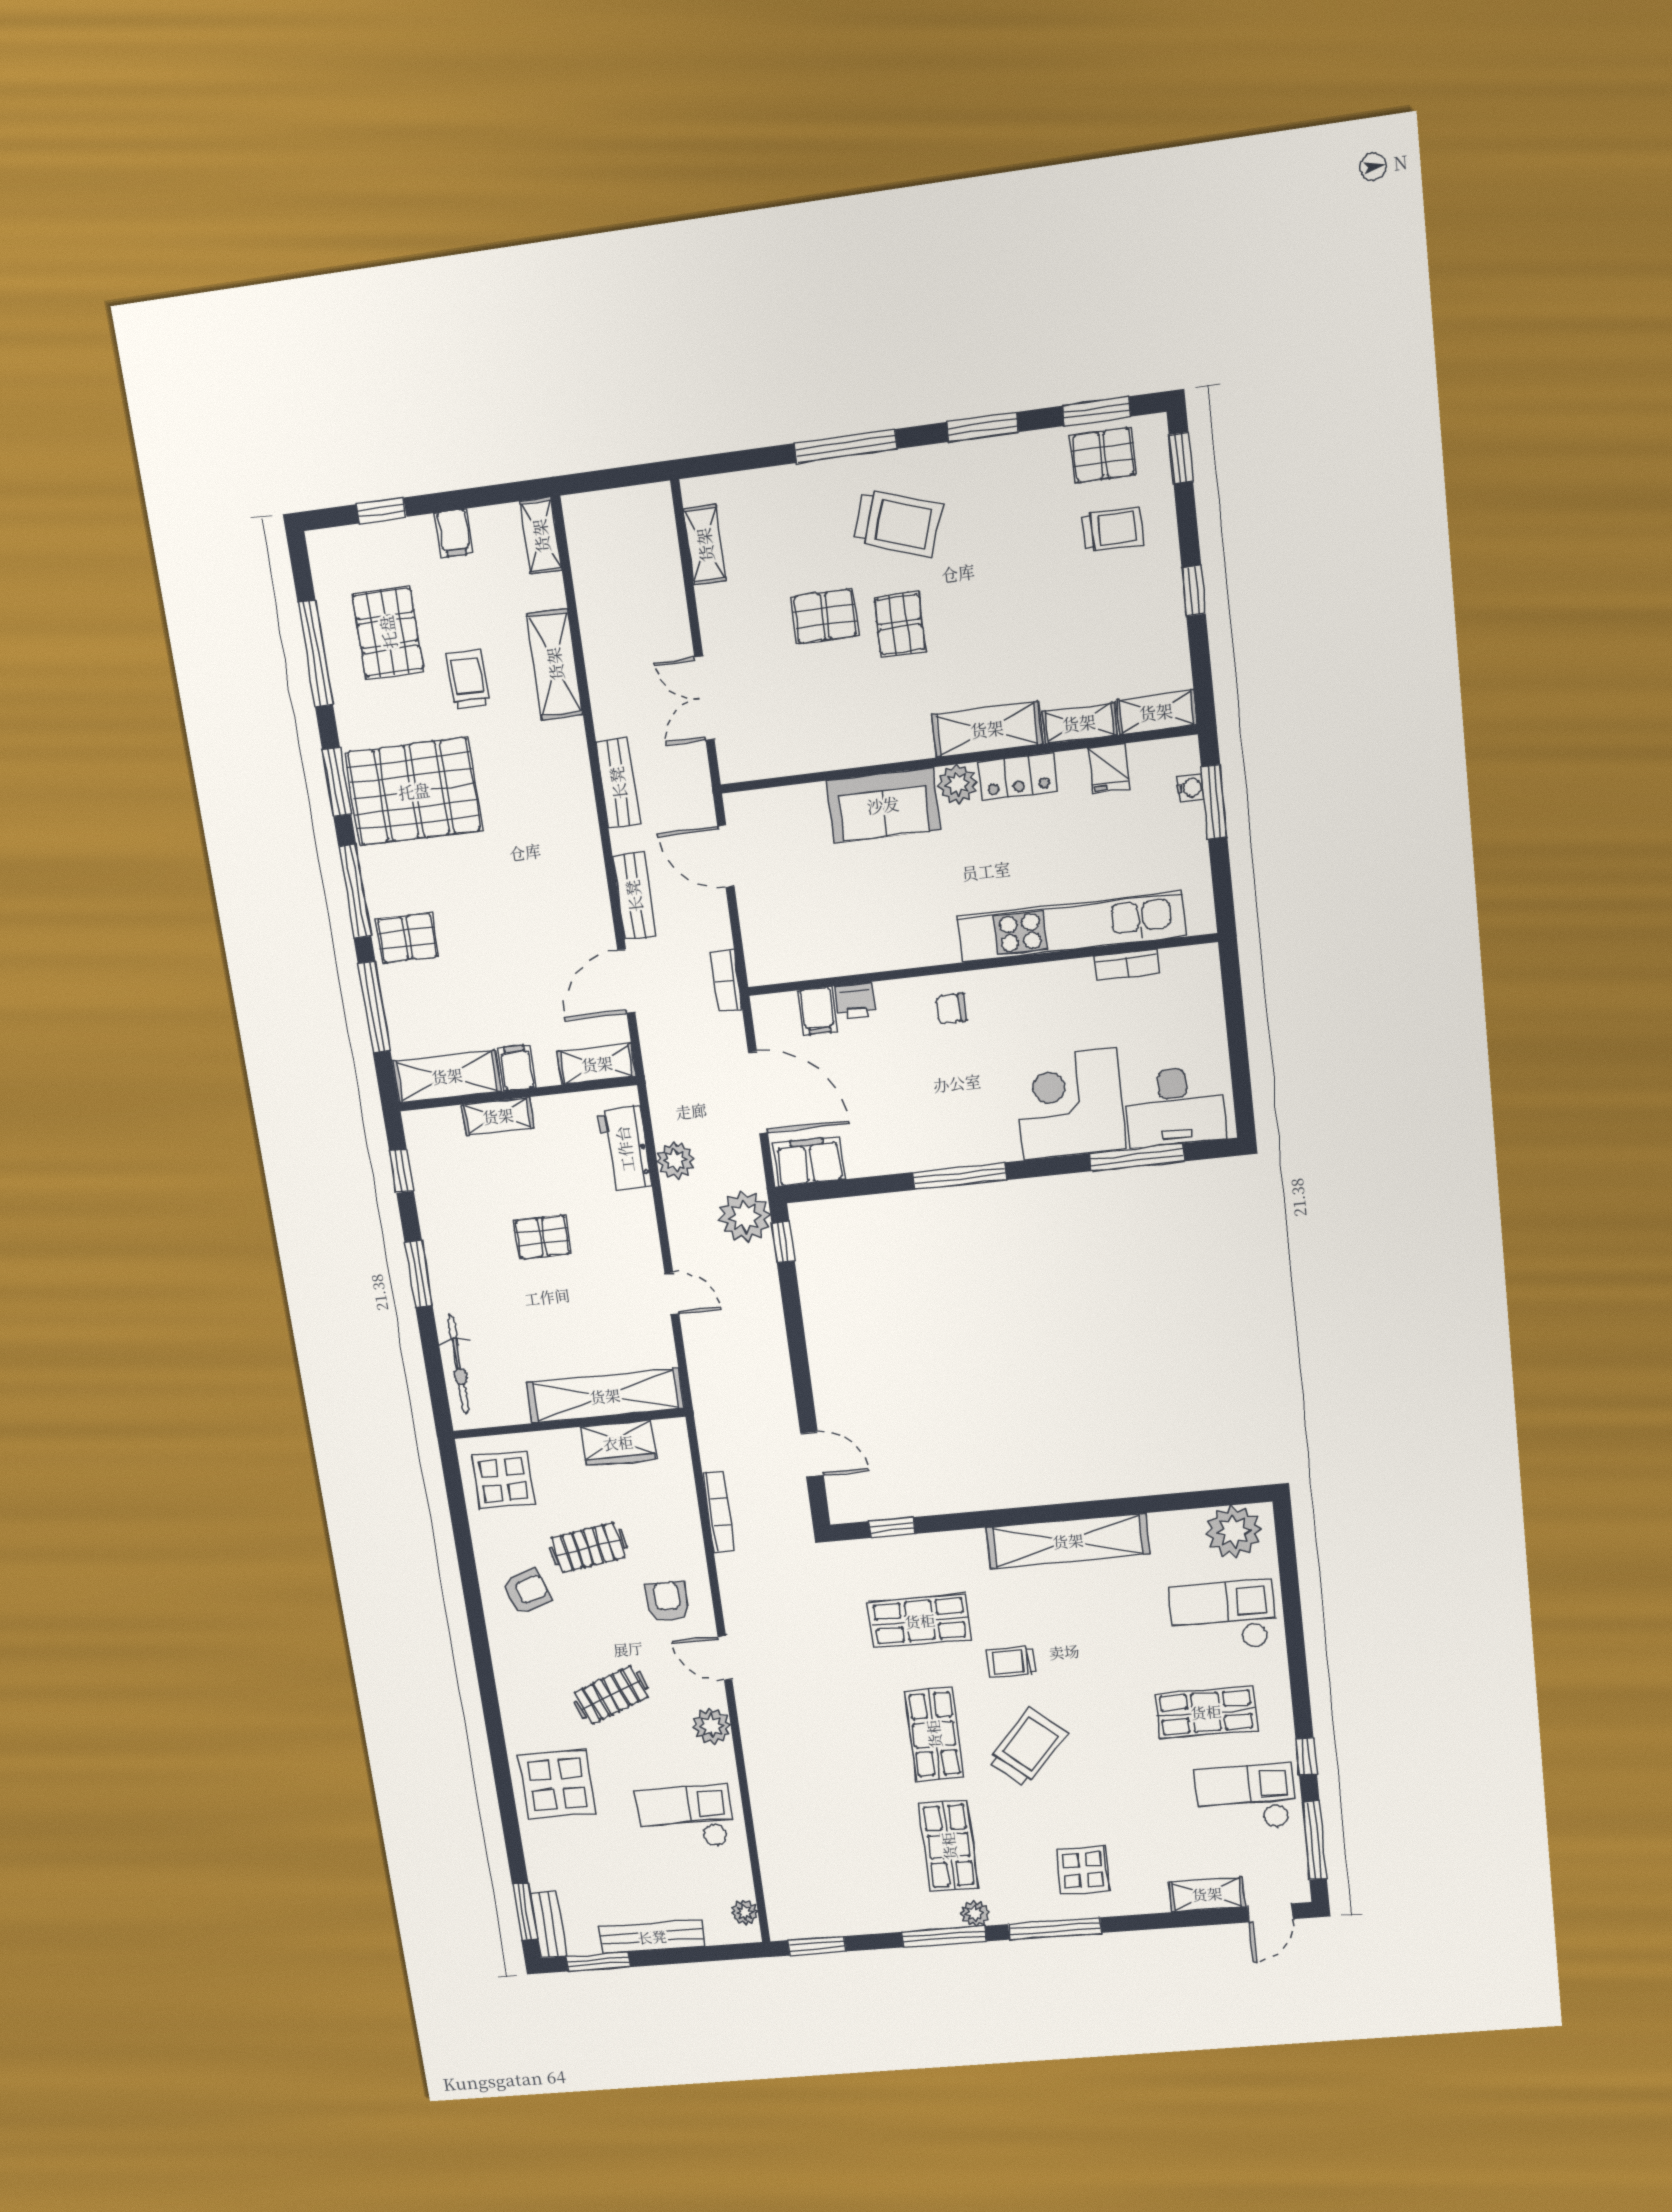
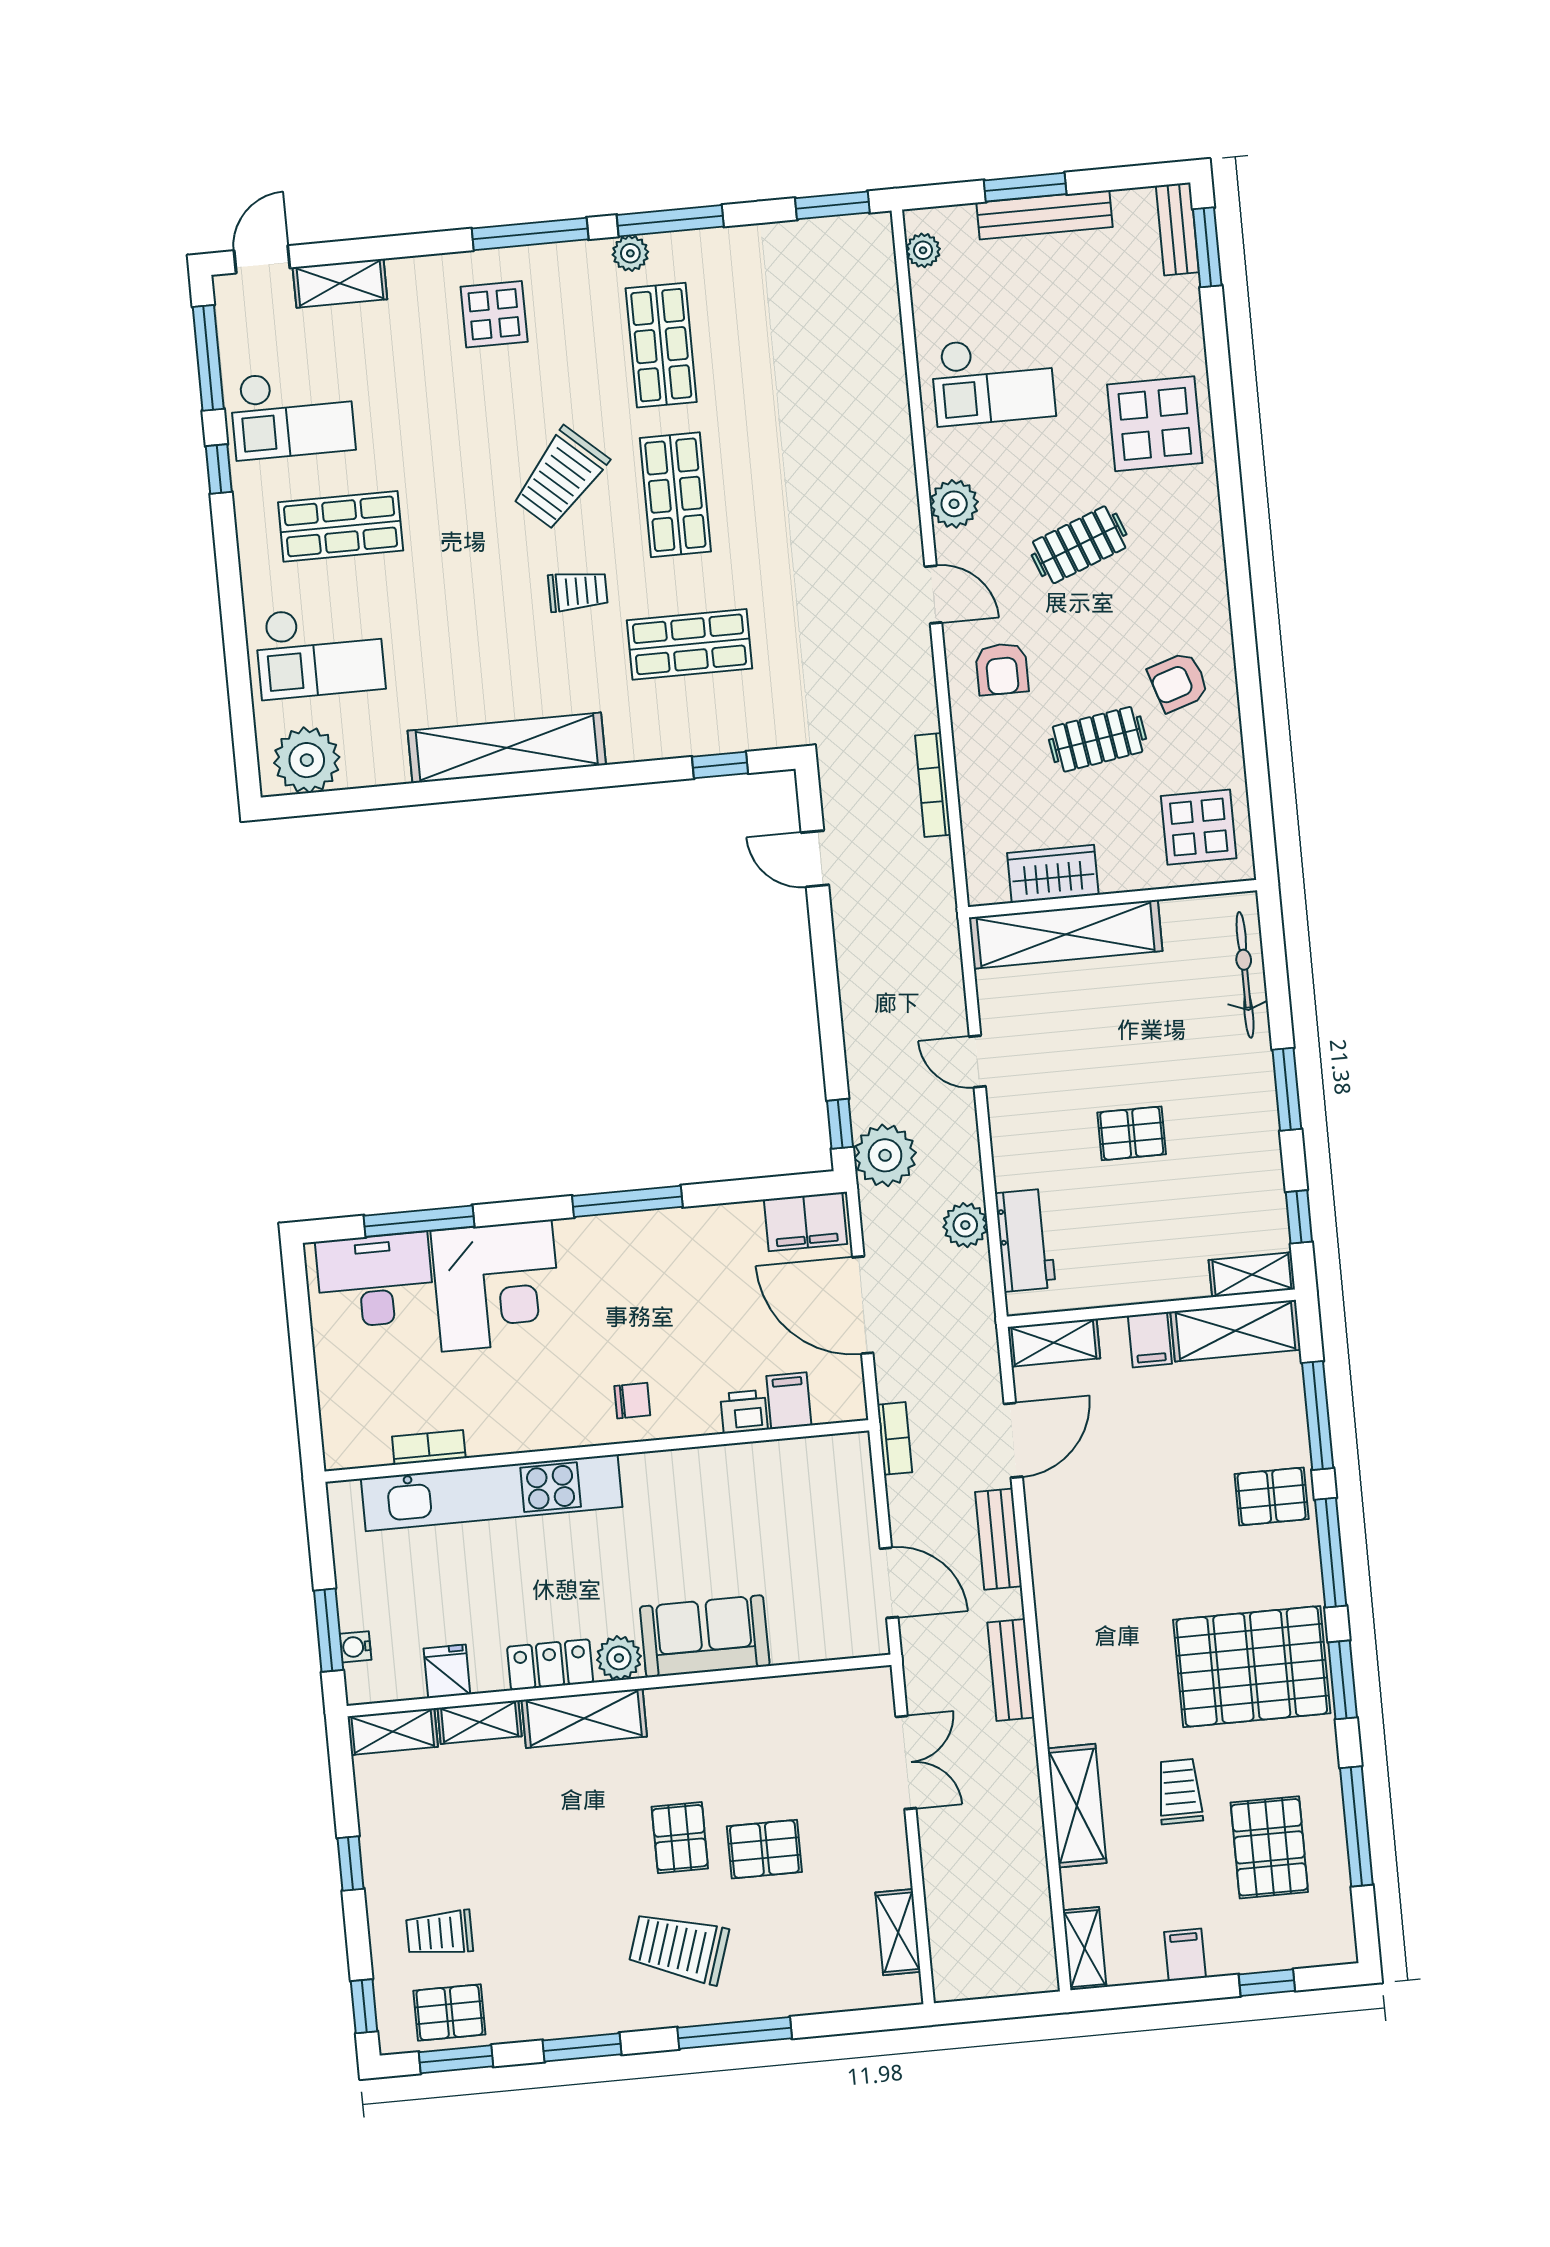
trolley: (468, 680) -> (1180, 1792), turned 180
shelving: (498, 1116) -> (1252, 1275), moved
window: (598, 1962) -> (1025, 187), moved

